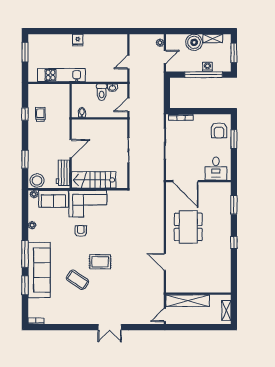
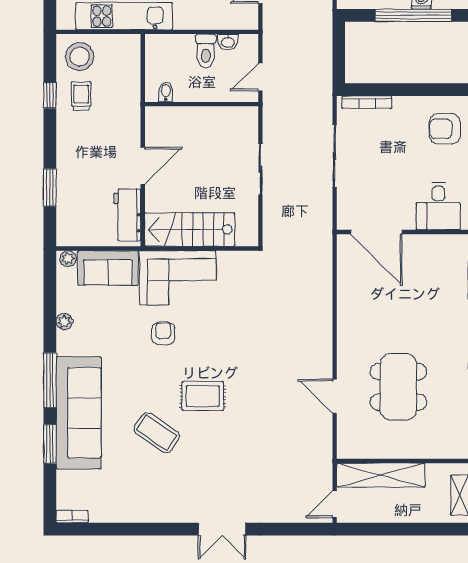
armchair: (219, 130) -> (445, 129), turned 90
stool: (37, 180) -> (80, 57), moved
dining table: (188, 227) -> (398, 387), moved

